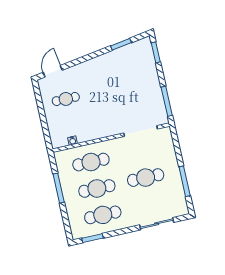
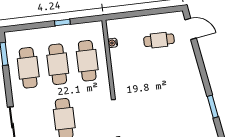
cafe table: (66, 99) -> (159, 40), turned 90
window: (59, 188) -> (62, 22), width x0.46

